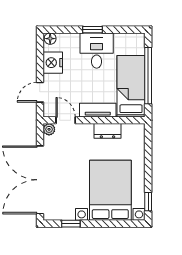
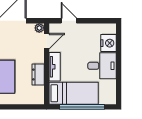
window: (93, 30) -> (119, 63), removed
floor lamp: (50, 39) -> (112, 29), removed
nightstand: (53, 63) -> (108, 43), moved, turned 90

